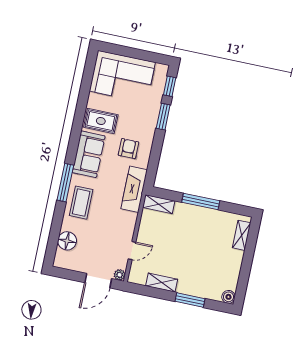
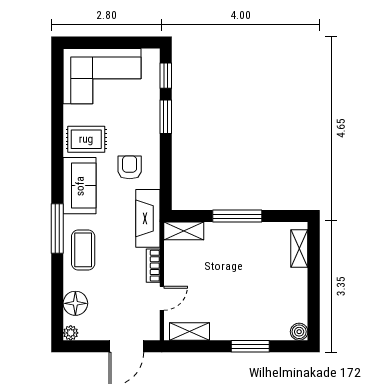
bookcase: (131, 225) -> (153, 266), added
plant: (120, 275) -> (71, 333), moved
shelving: (162, 283) -> (190, 331), moved

